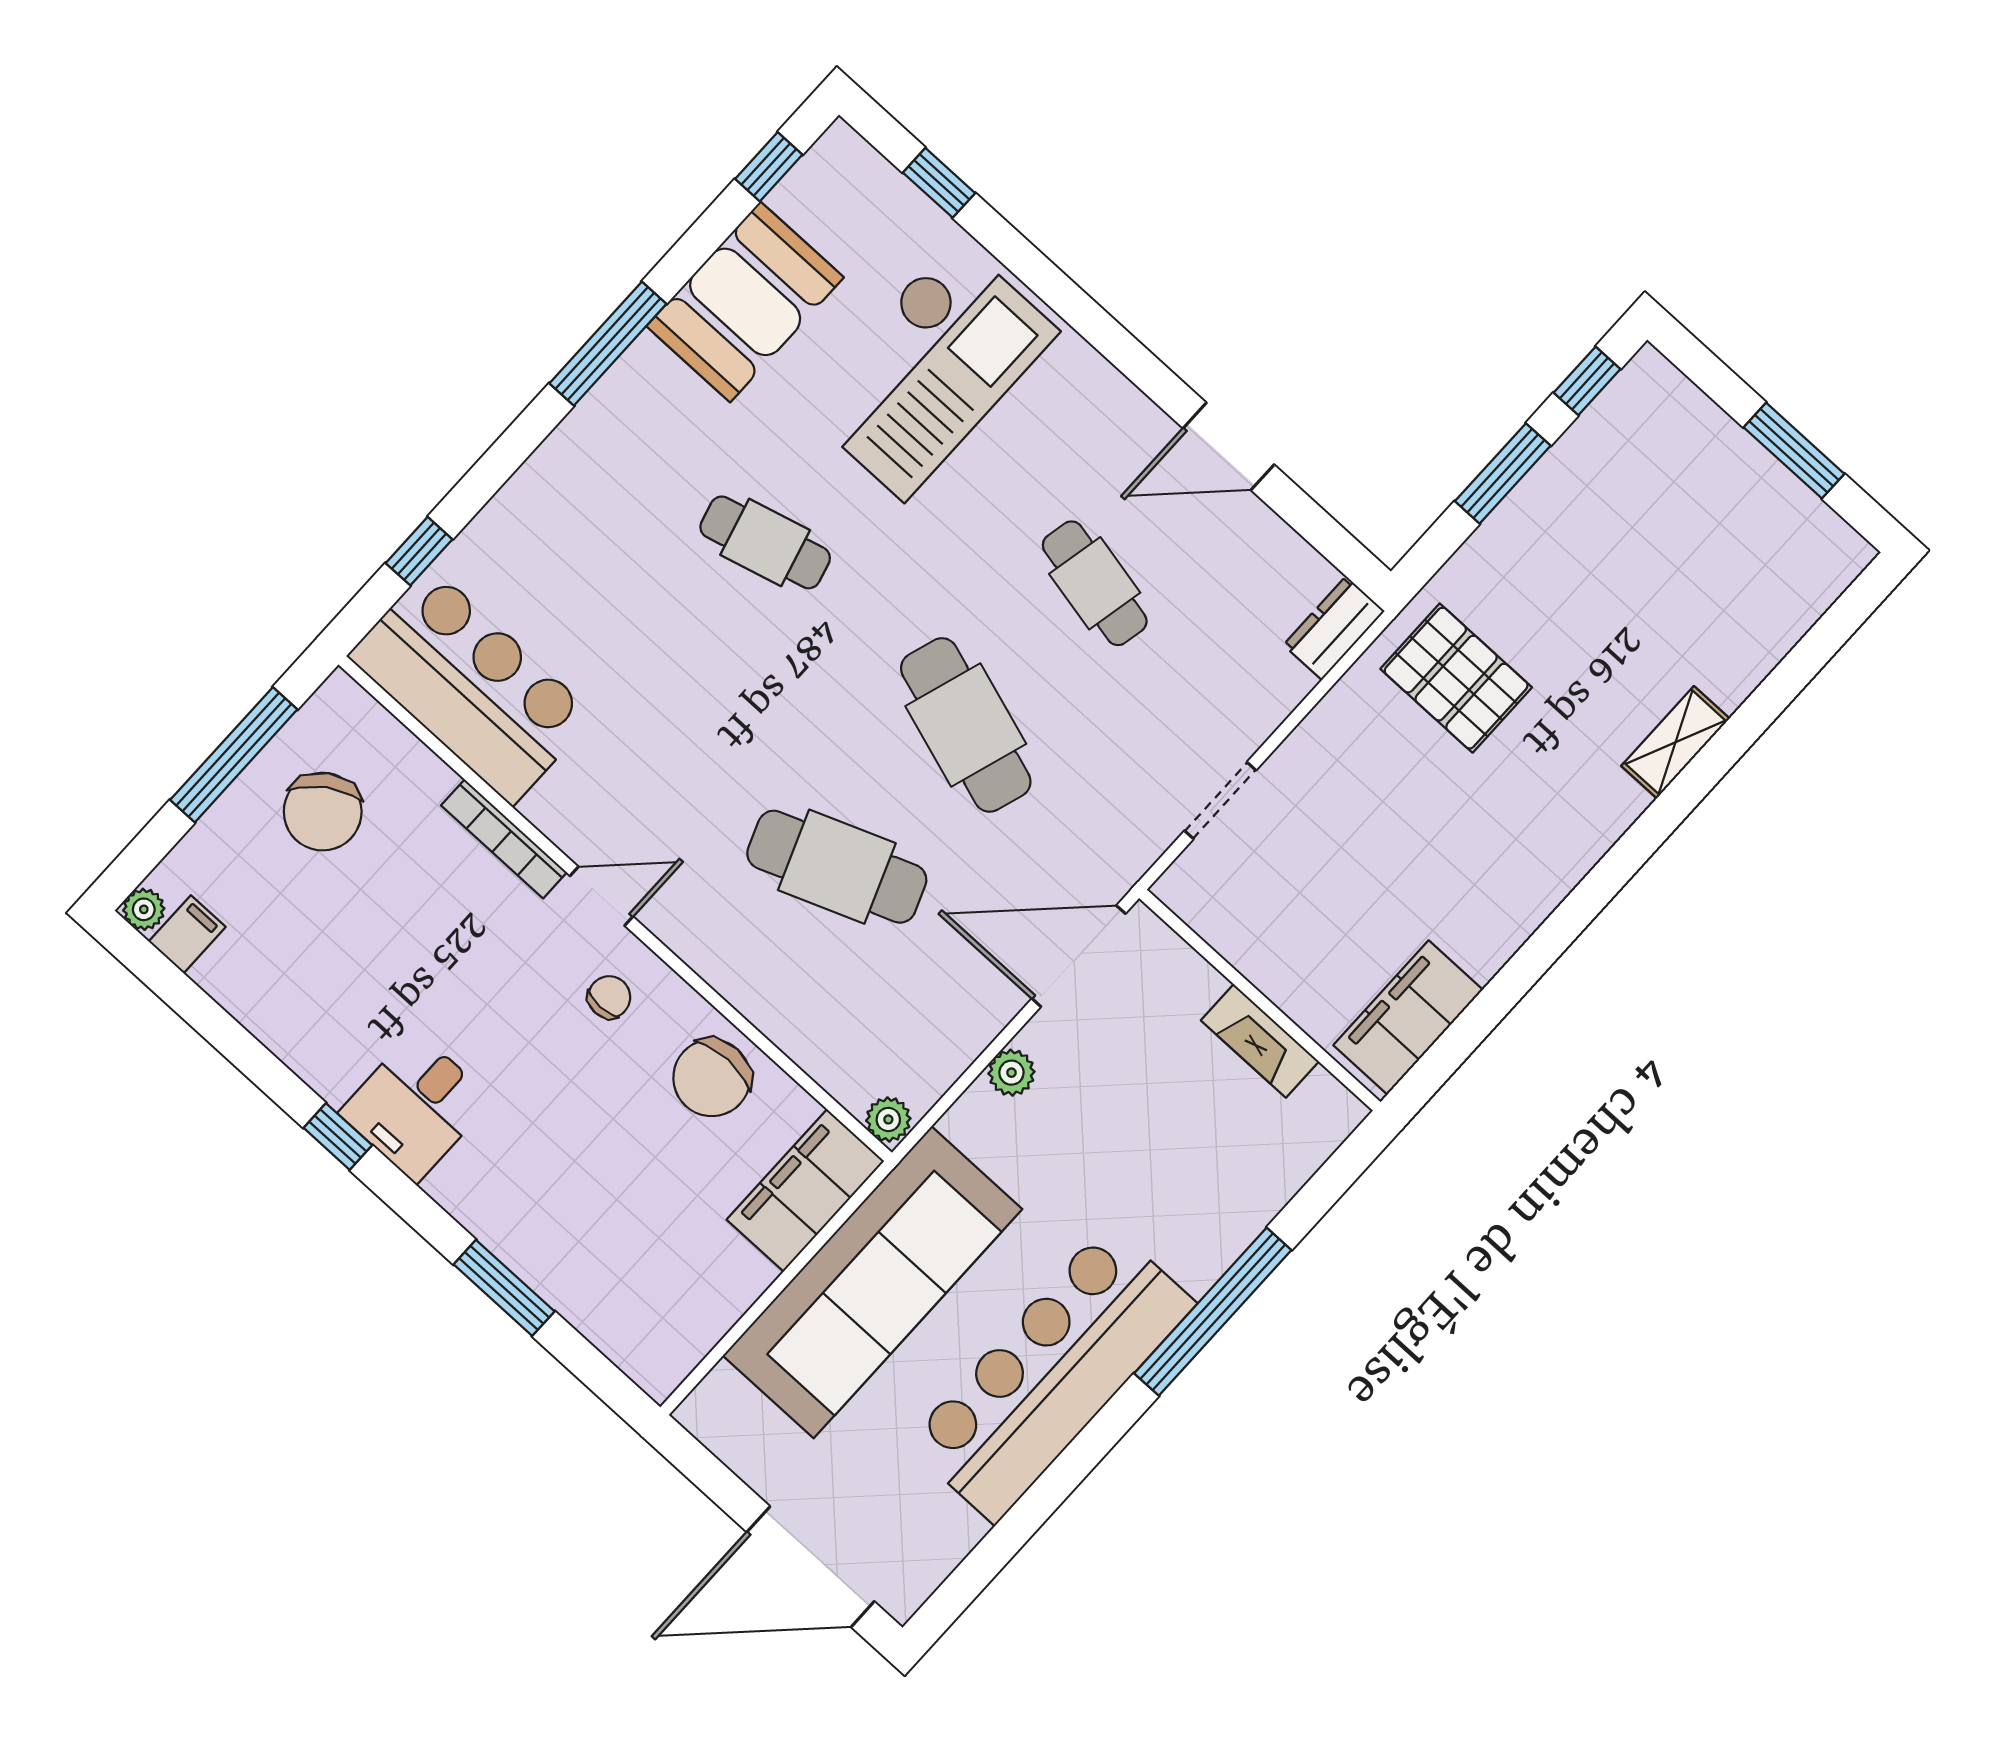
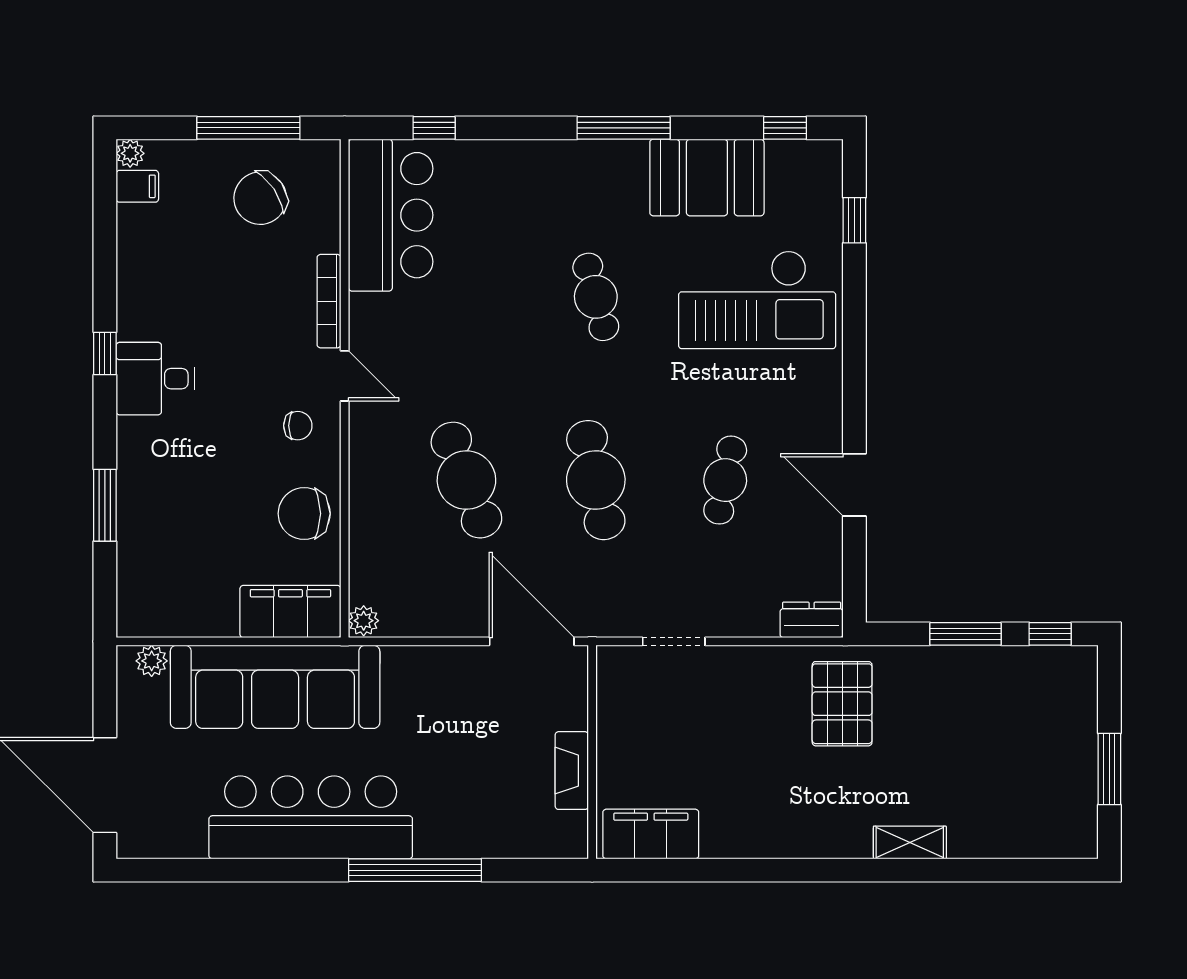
cafe table: (966, 725) -> (596, 480), turned -30
plant: (1011, 1073) -> (152, 661), moved

